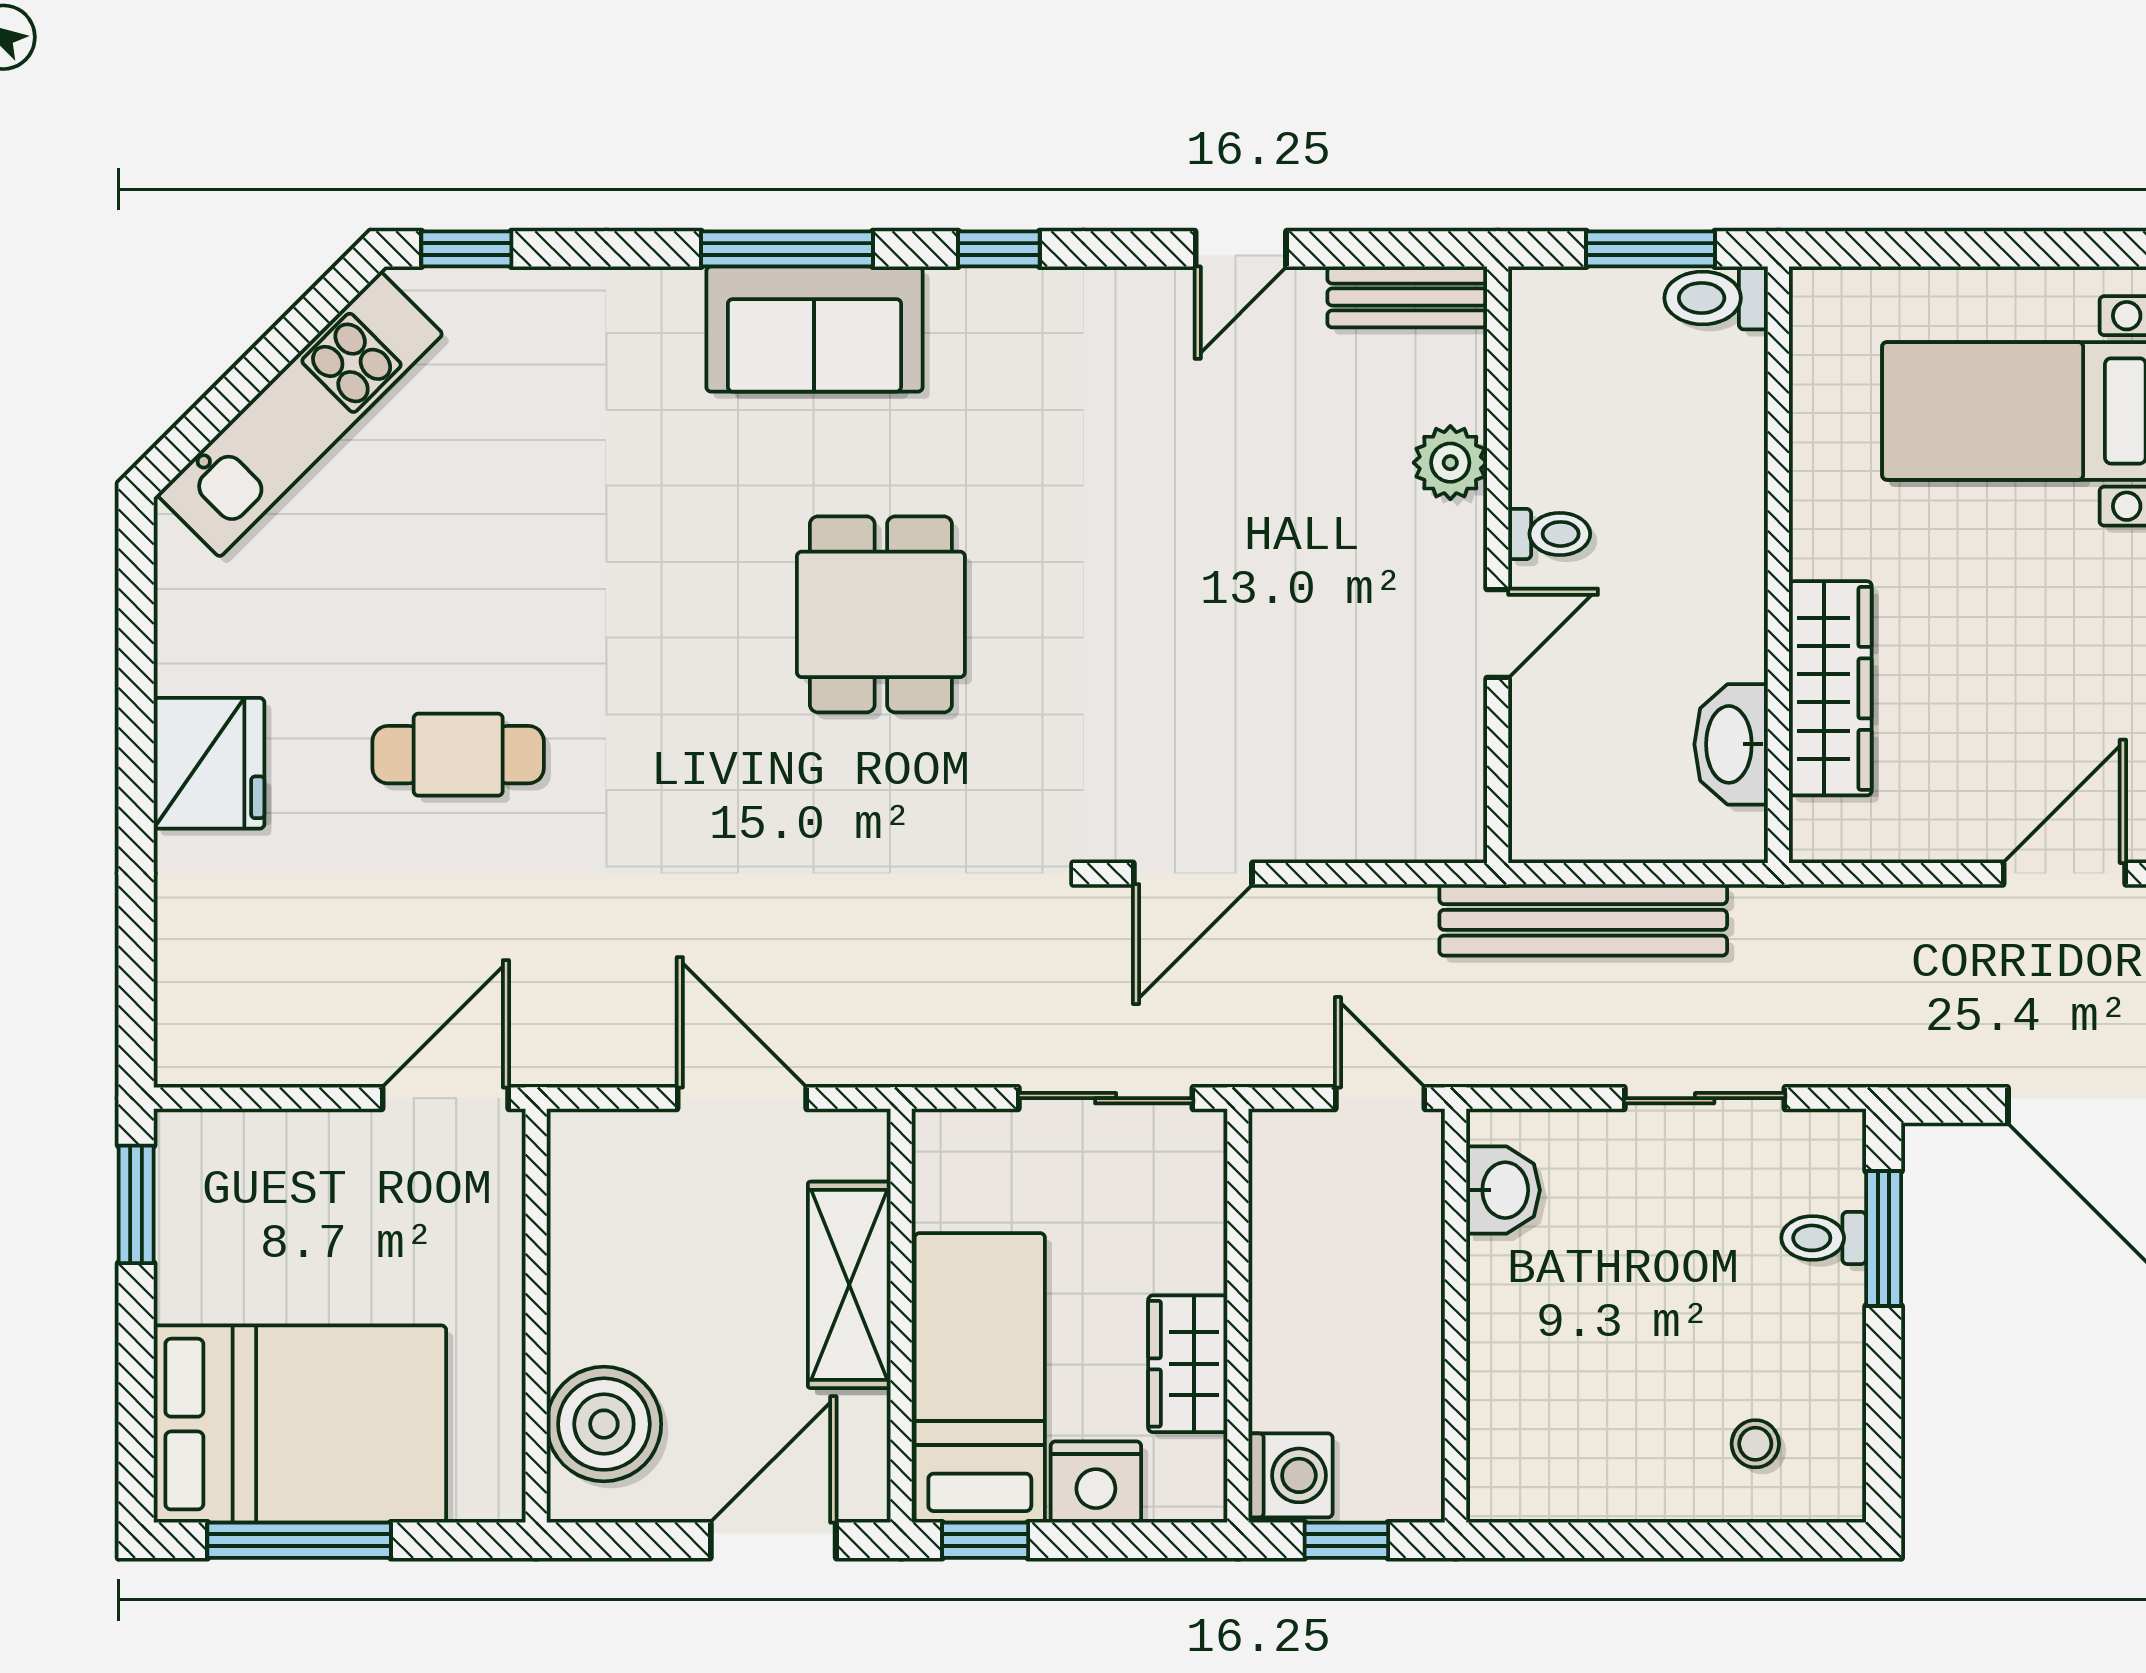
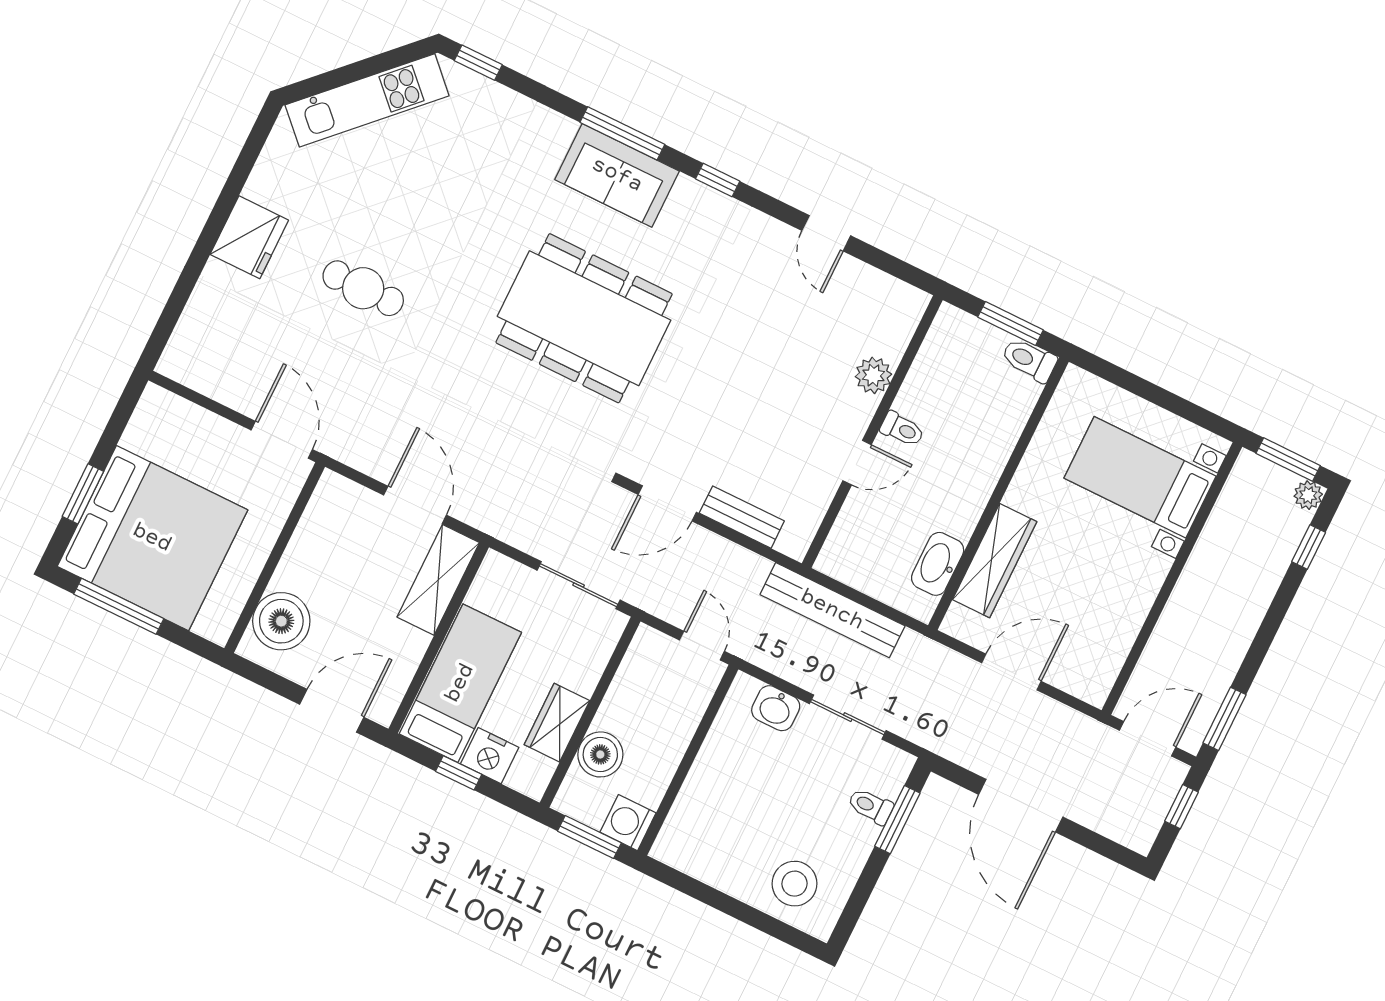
door: (1241, 249) -> (826, 233), hinge flipped
bench: (1407, 297) -> (742, 517), moved
dining table: (881, 614) -> (584, 318), width x1.88, depth x1.24
door: (2064, 874) -> (1011, 672), moved
door: (445, 1098) -> (282, 440), hinge flipped
washbasin: (1503, 1190) -> (776, 708), moved, turned 90
window: (136, 1204) -> (83, 494), moved
shelving: (849, 1285) -> (438, 580), moved
boiler: (1293, 1383) -> (600, 754), added
bed: (300, 1424) -> (152, 538), width x1.36
stool: (1755, 1444) -> (795, 884), width x1.89, depth x1.89
washing machine: (1291, 1475) -> (628, 823), moved, turned 180
window: (985, 1540) -> (459, 773), moved
window: (1346, 1540) -> (589, 837), width x1.50

